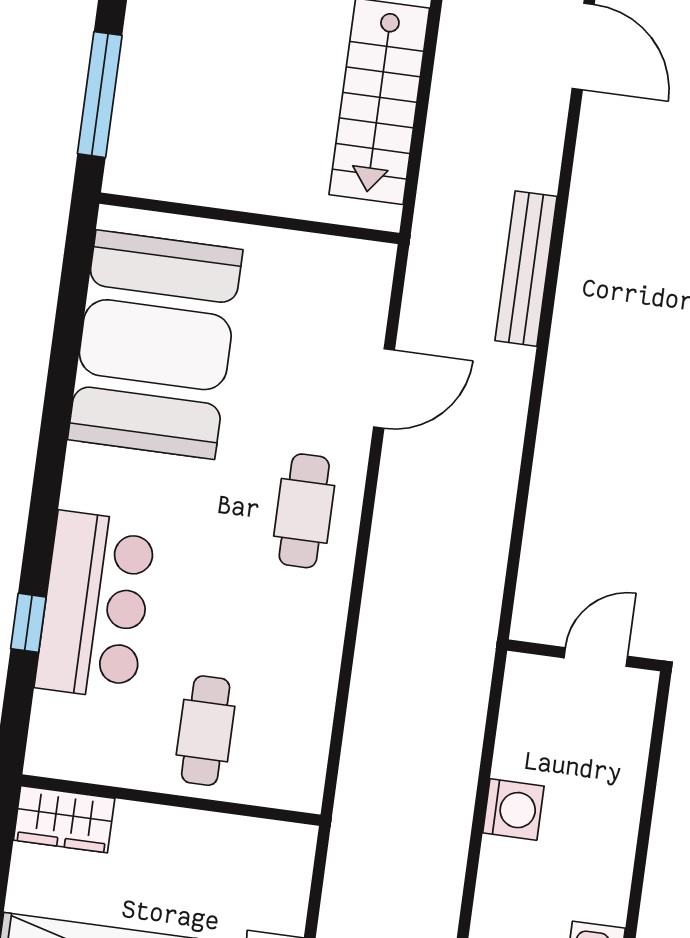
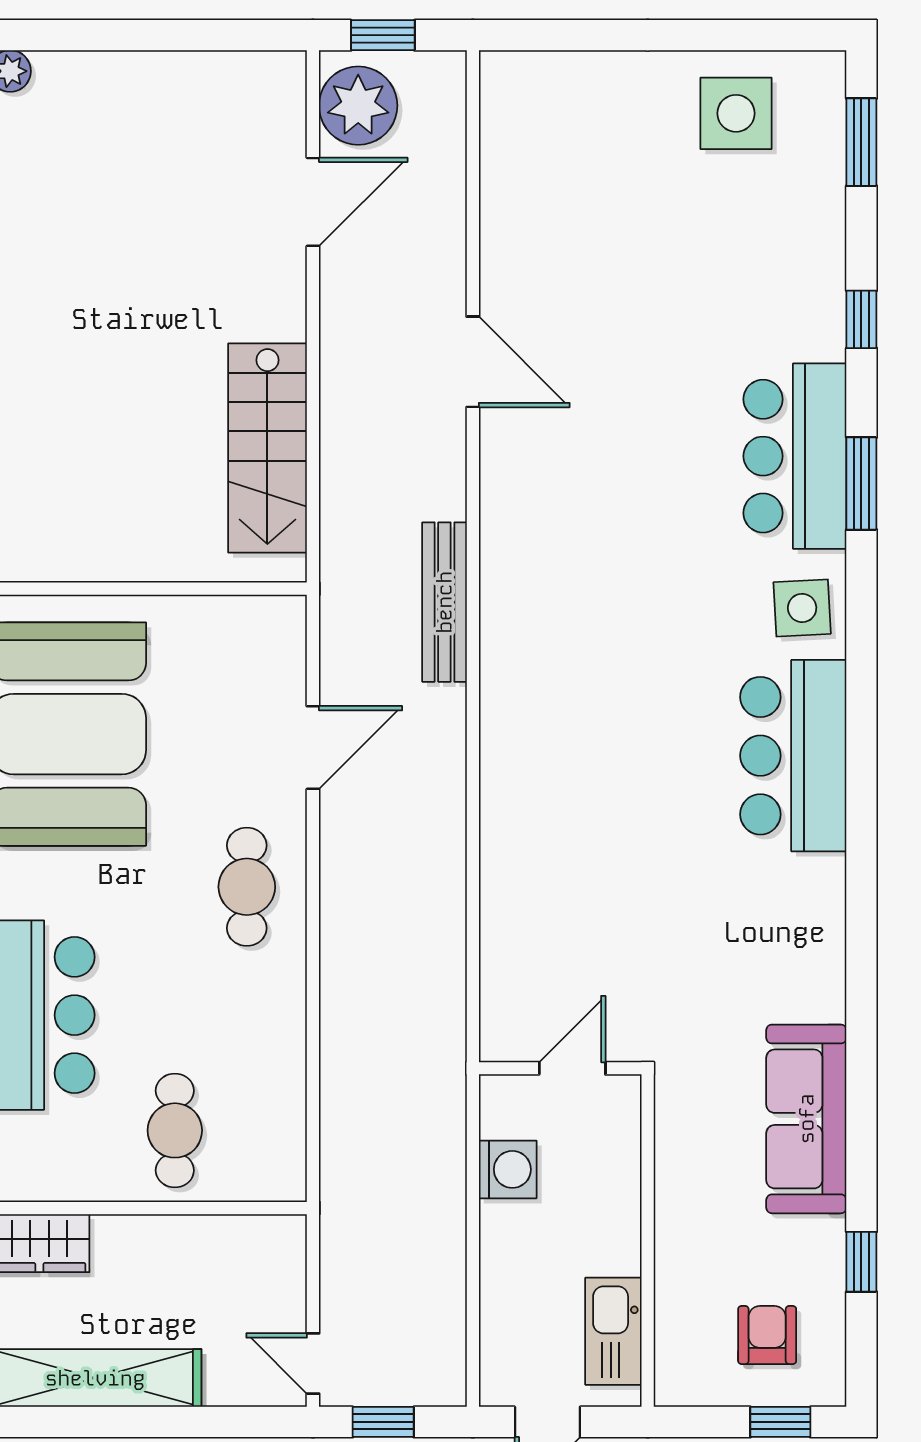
wall: (584, 655) -> (560, 1068), moved
door: (596, 657) -> (572, 1068), moved

